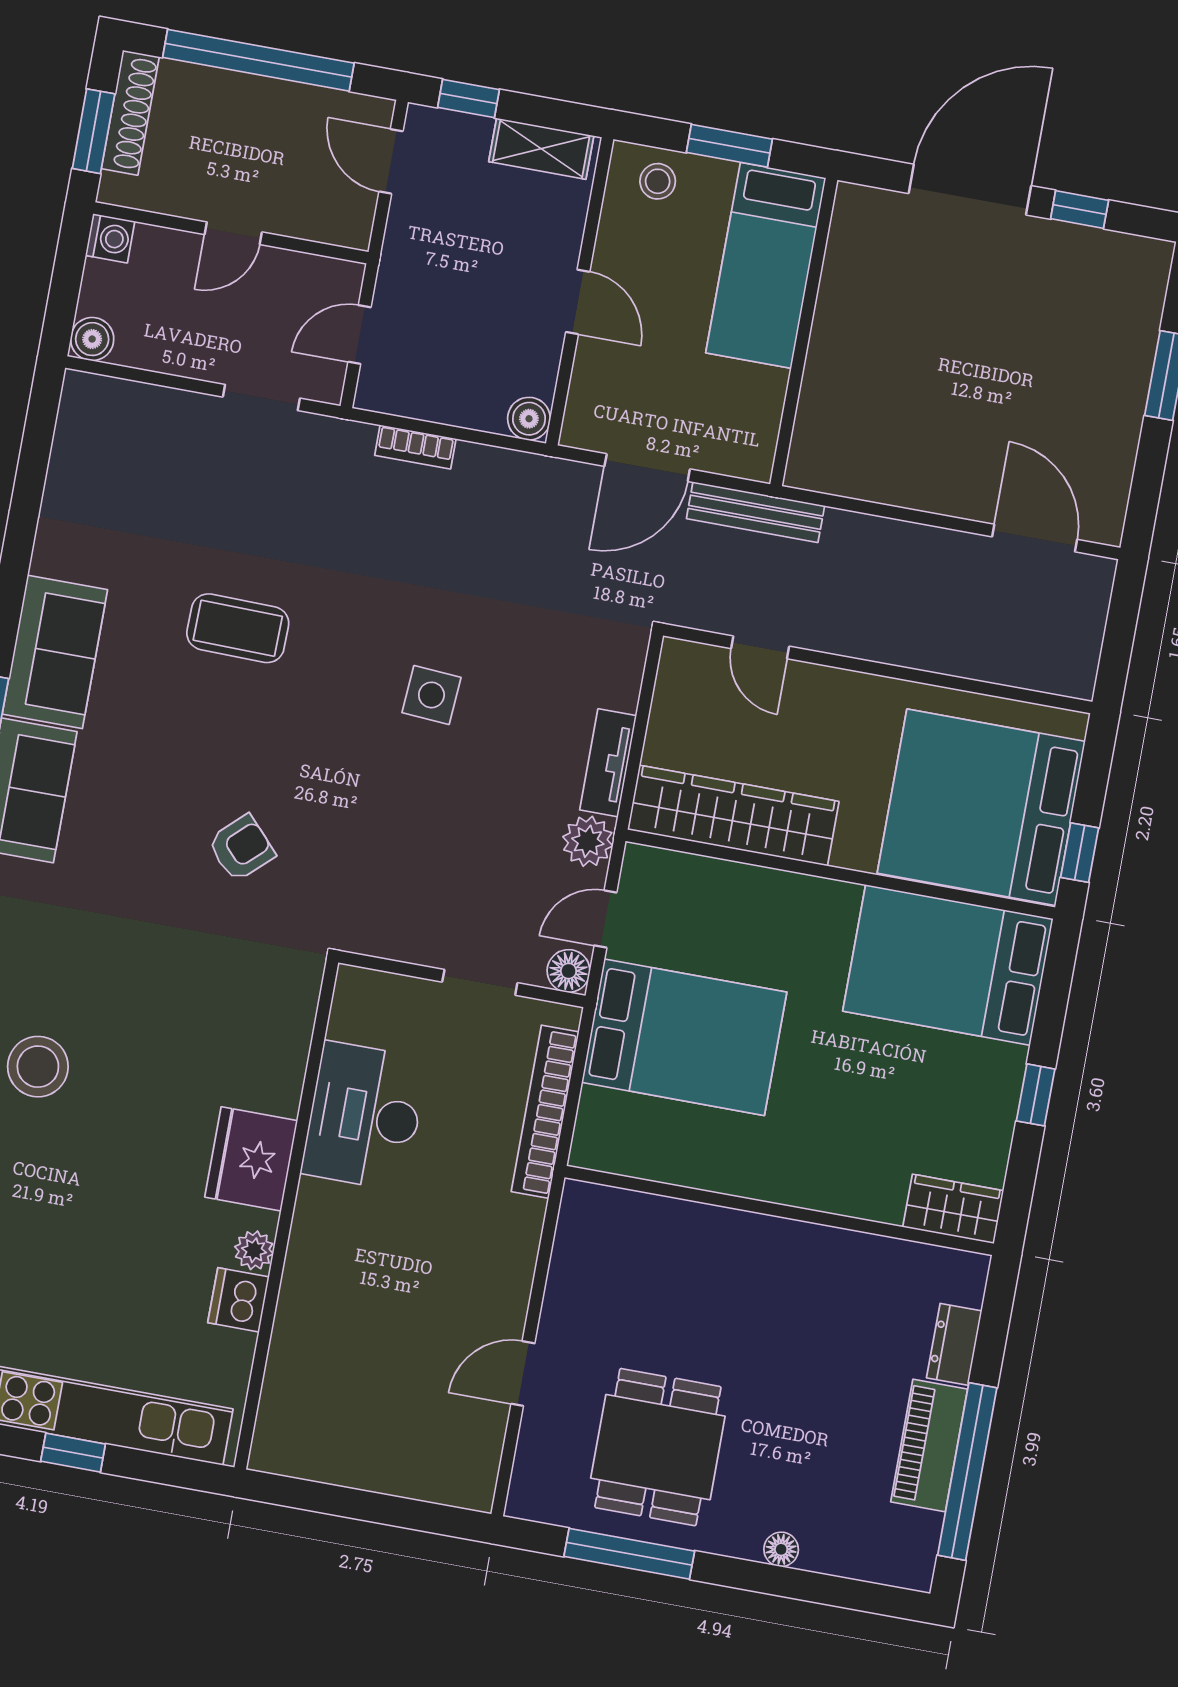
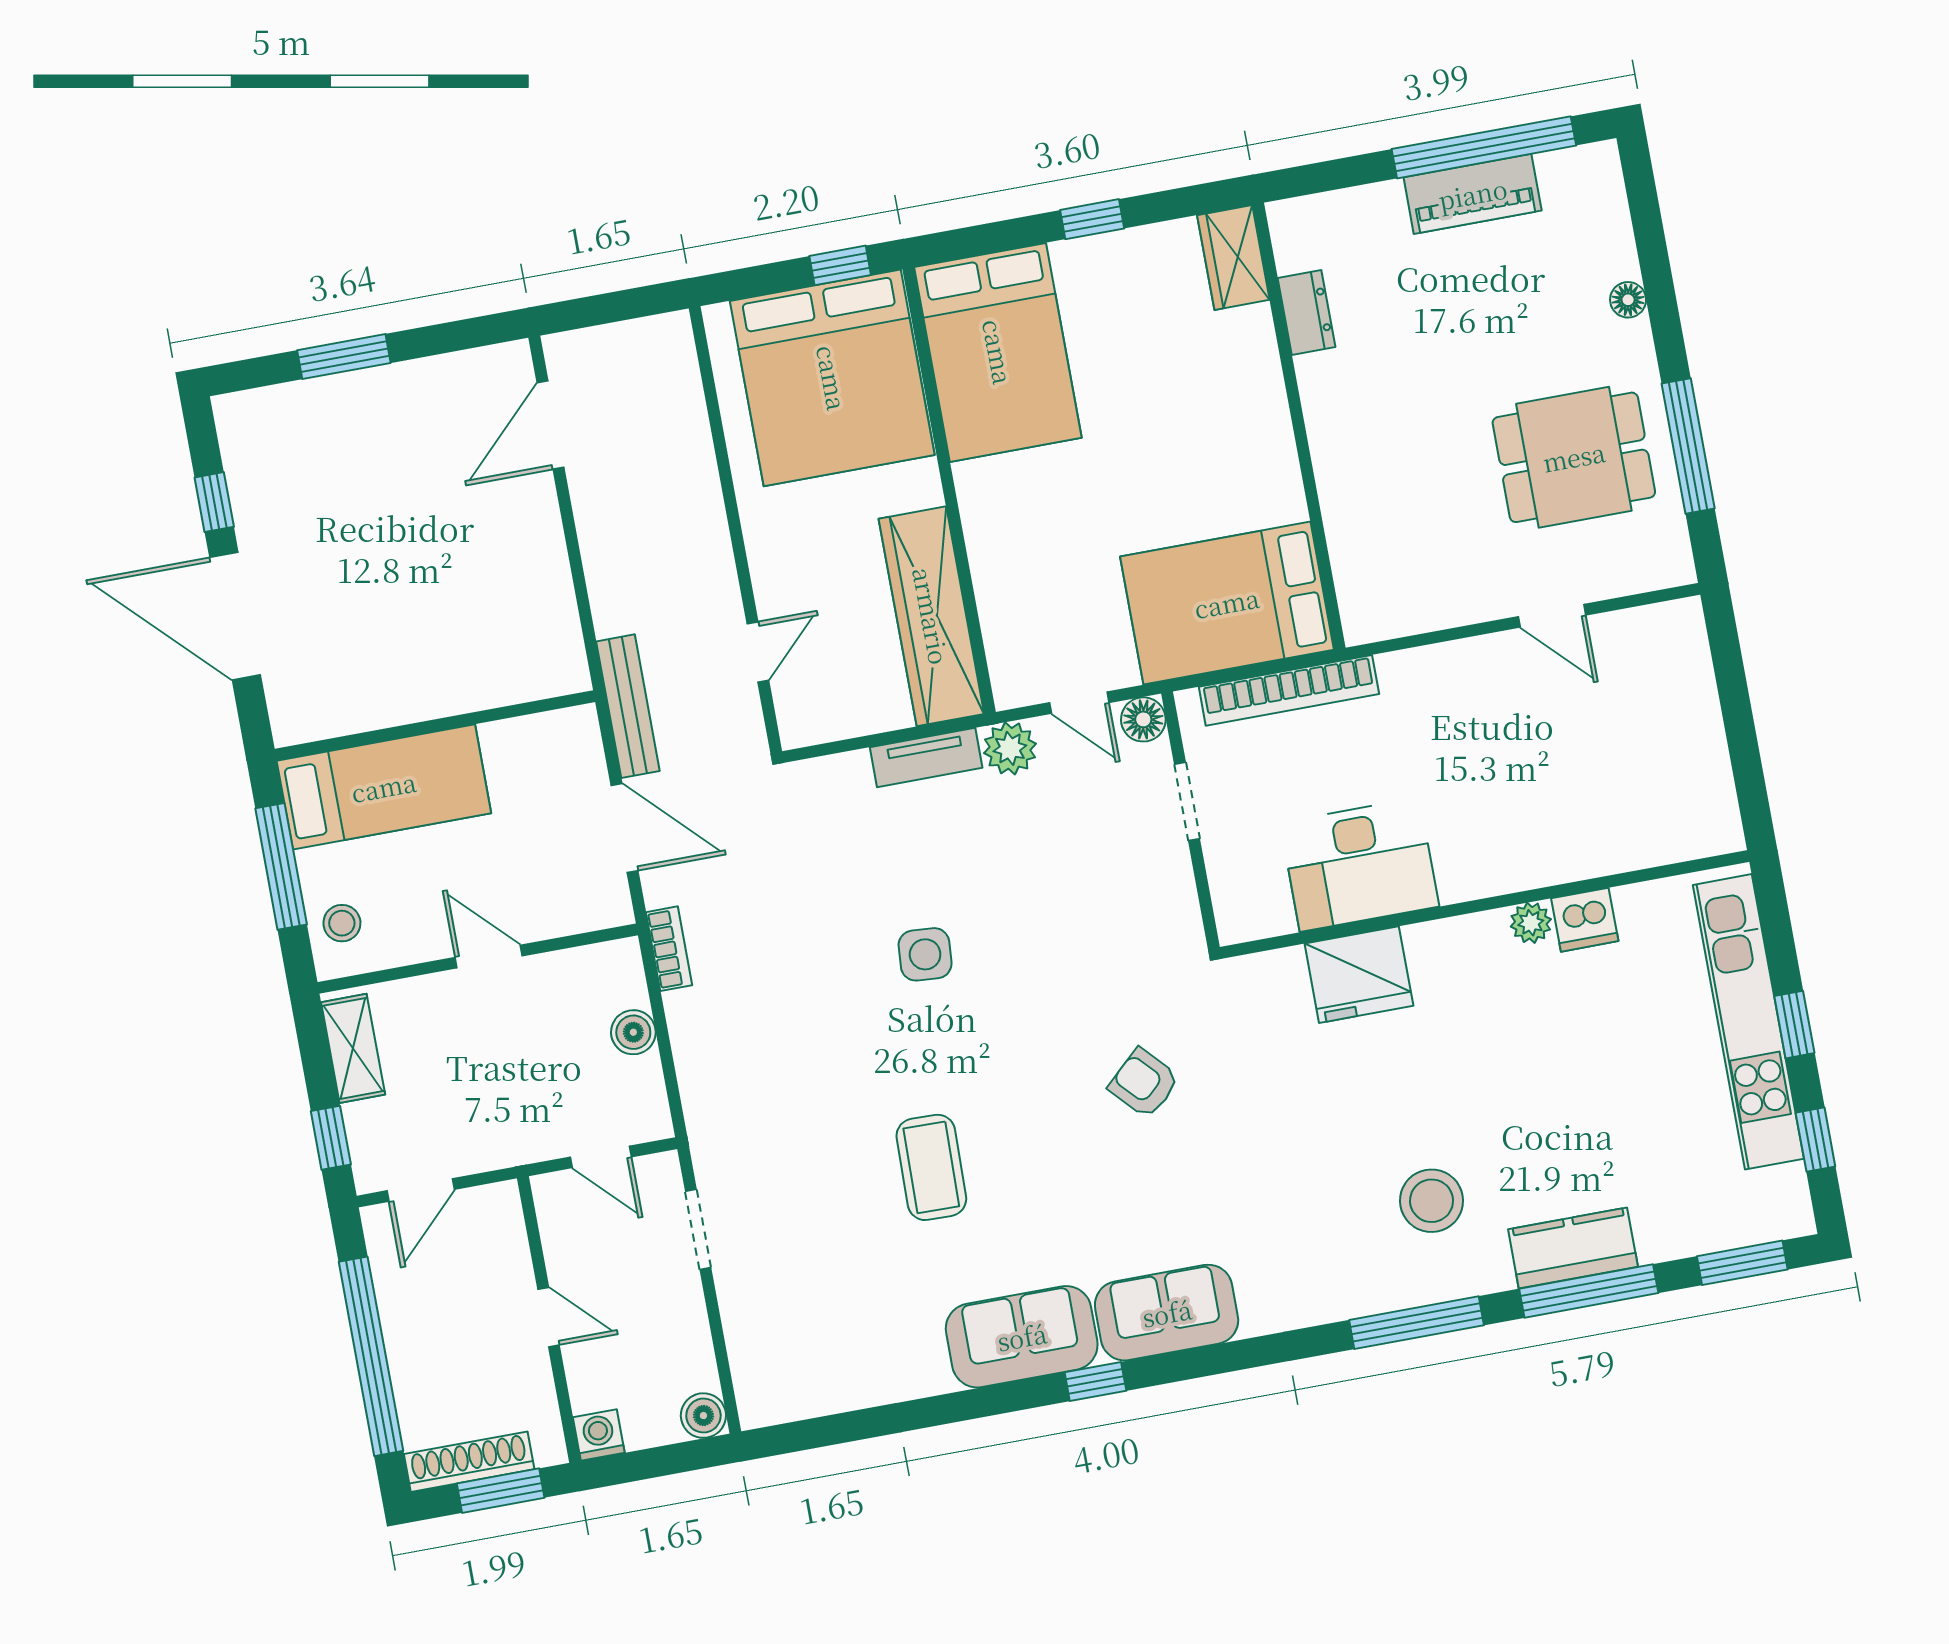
window: (729, 146) -> (281, 866), width x1.44
door: (578, 302) -> (489, 957), hinge flipped
boiler: (529, 419) -> (633, 1032), moved
bookcase: (415, 447) -> (669, 949), moved
bed: (684, 1037) -> (1227, 603), moved, turned -90
fridge: (251, 1159) -> (1359, 975), moved
dresser: (954, 1344) -> (1307, 312), moved, turned -90

